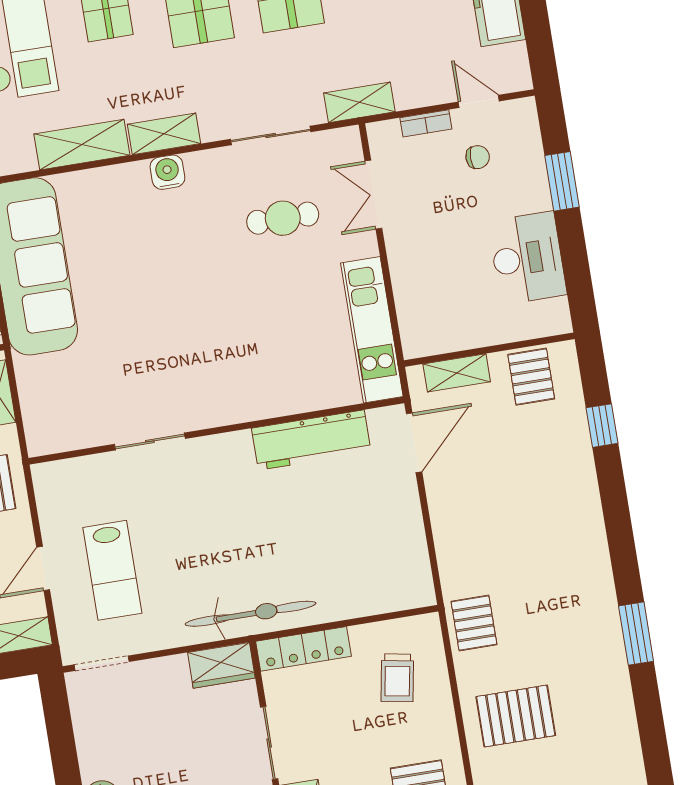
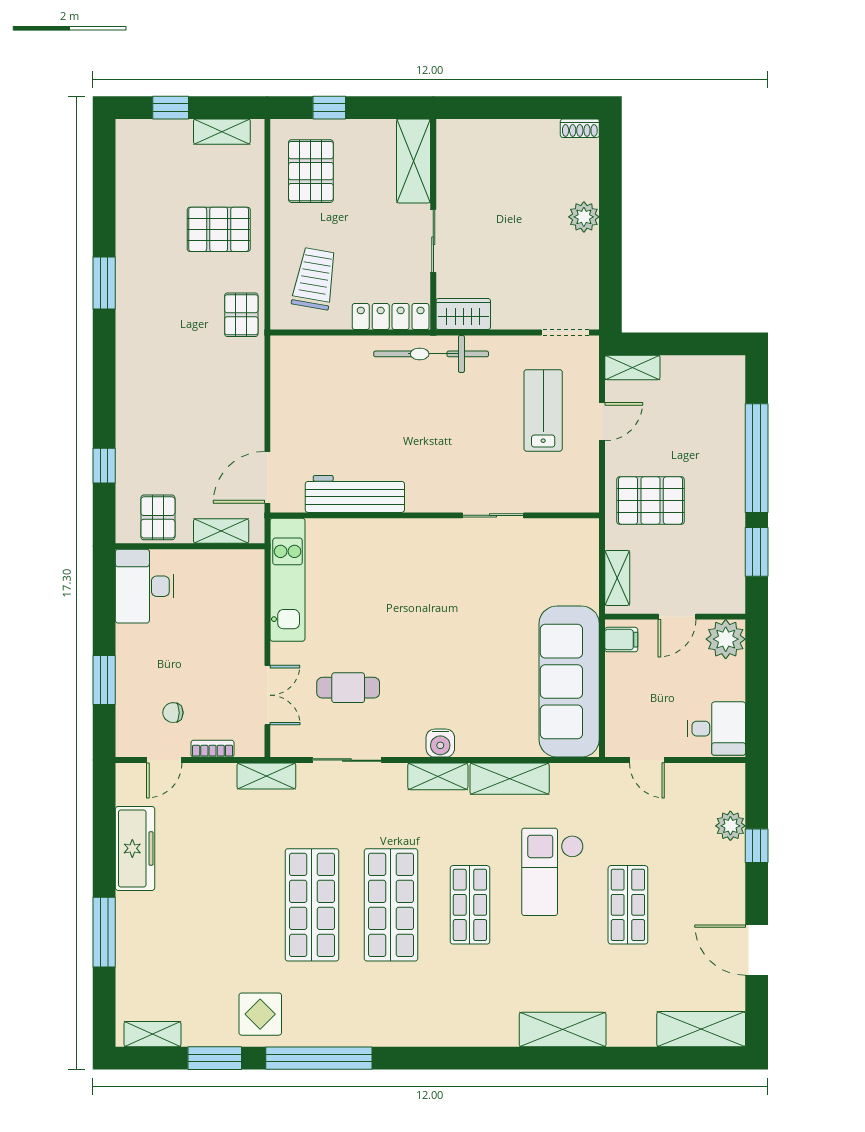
door: (479, 101) -> (164, 760), hinge flipped
desk: (527, 258) -> (145, 586), moved
trolley: (397, 678) -> (315, 279), width x1.36, depth x1.39

